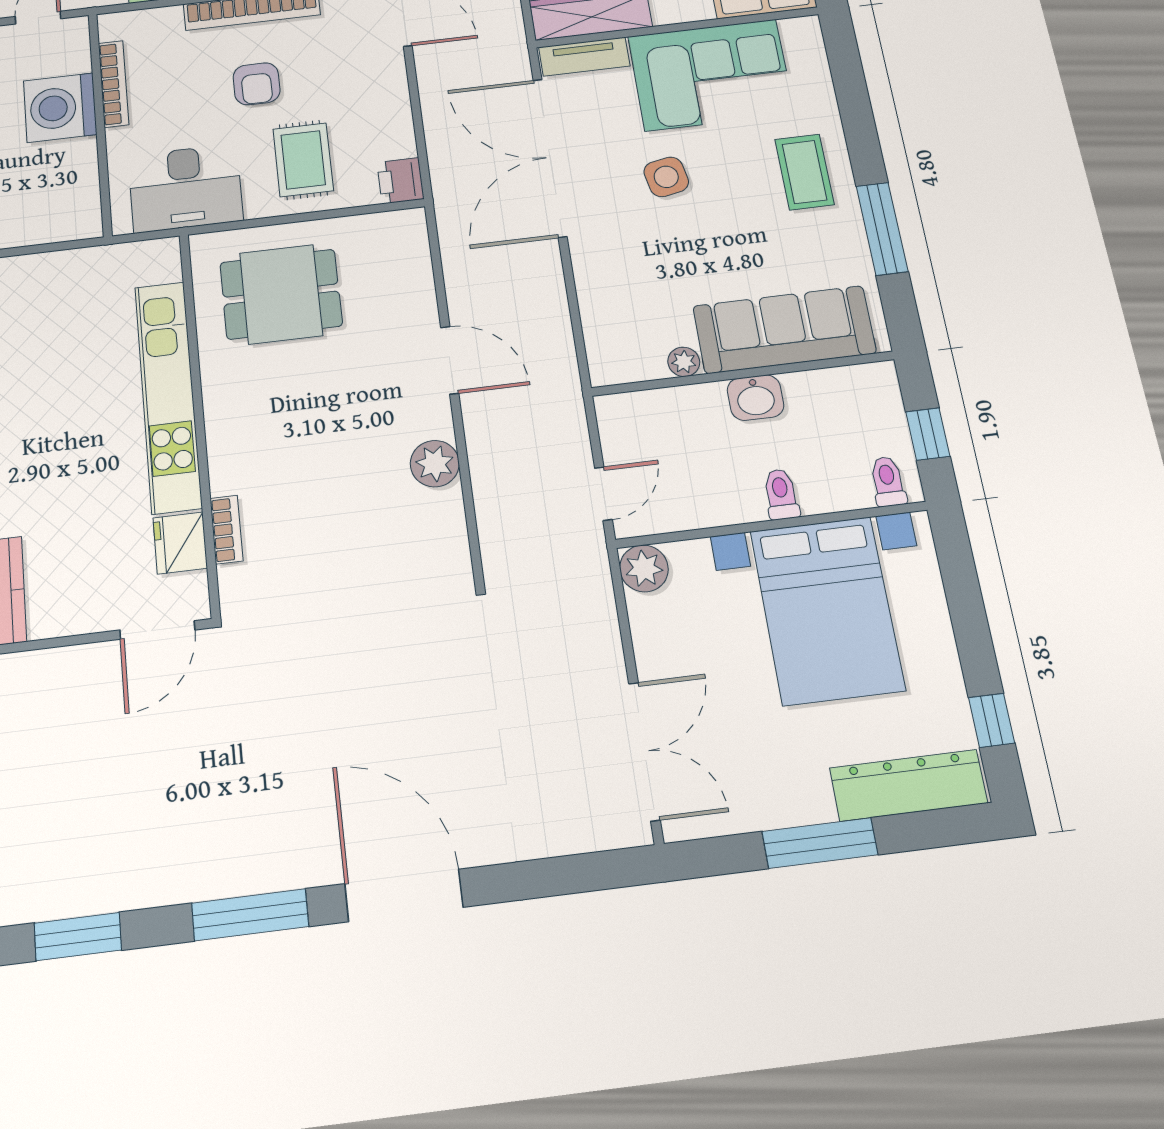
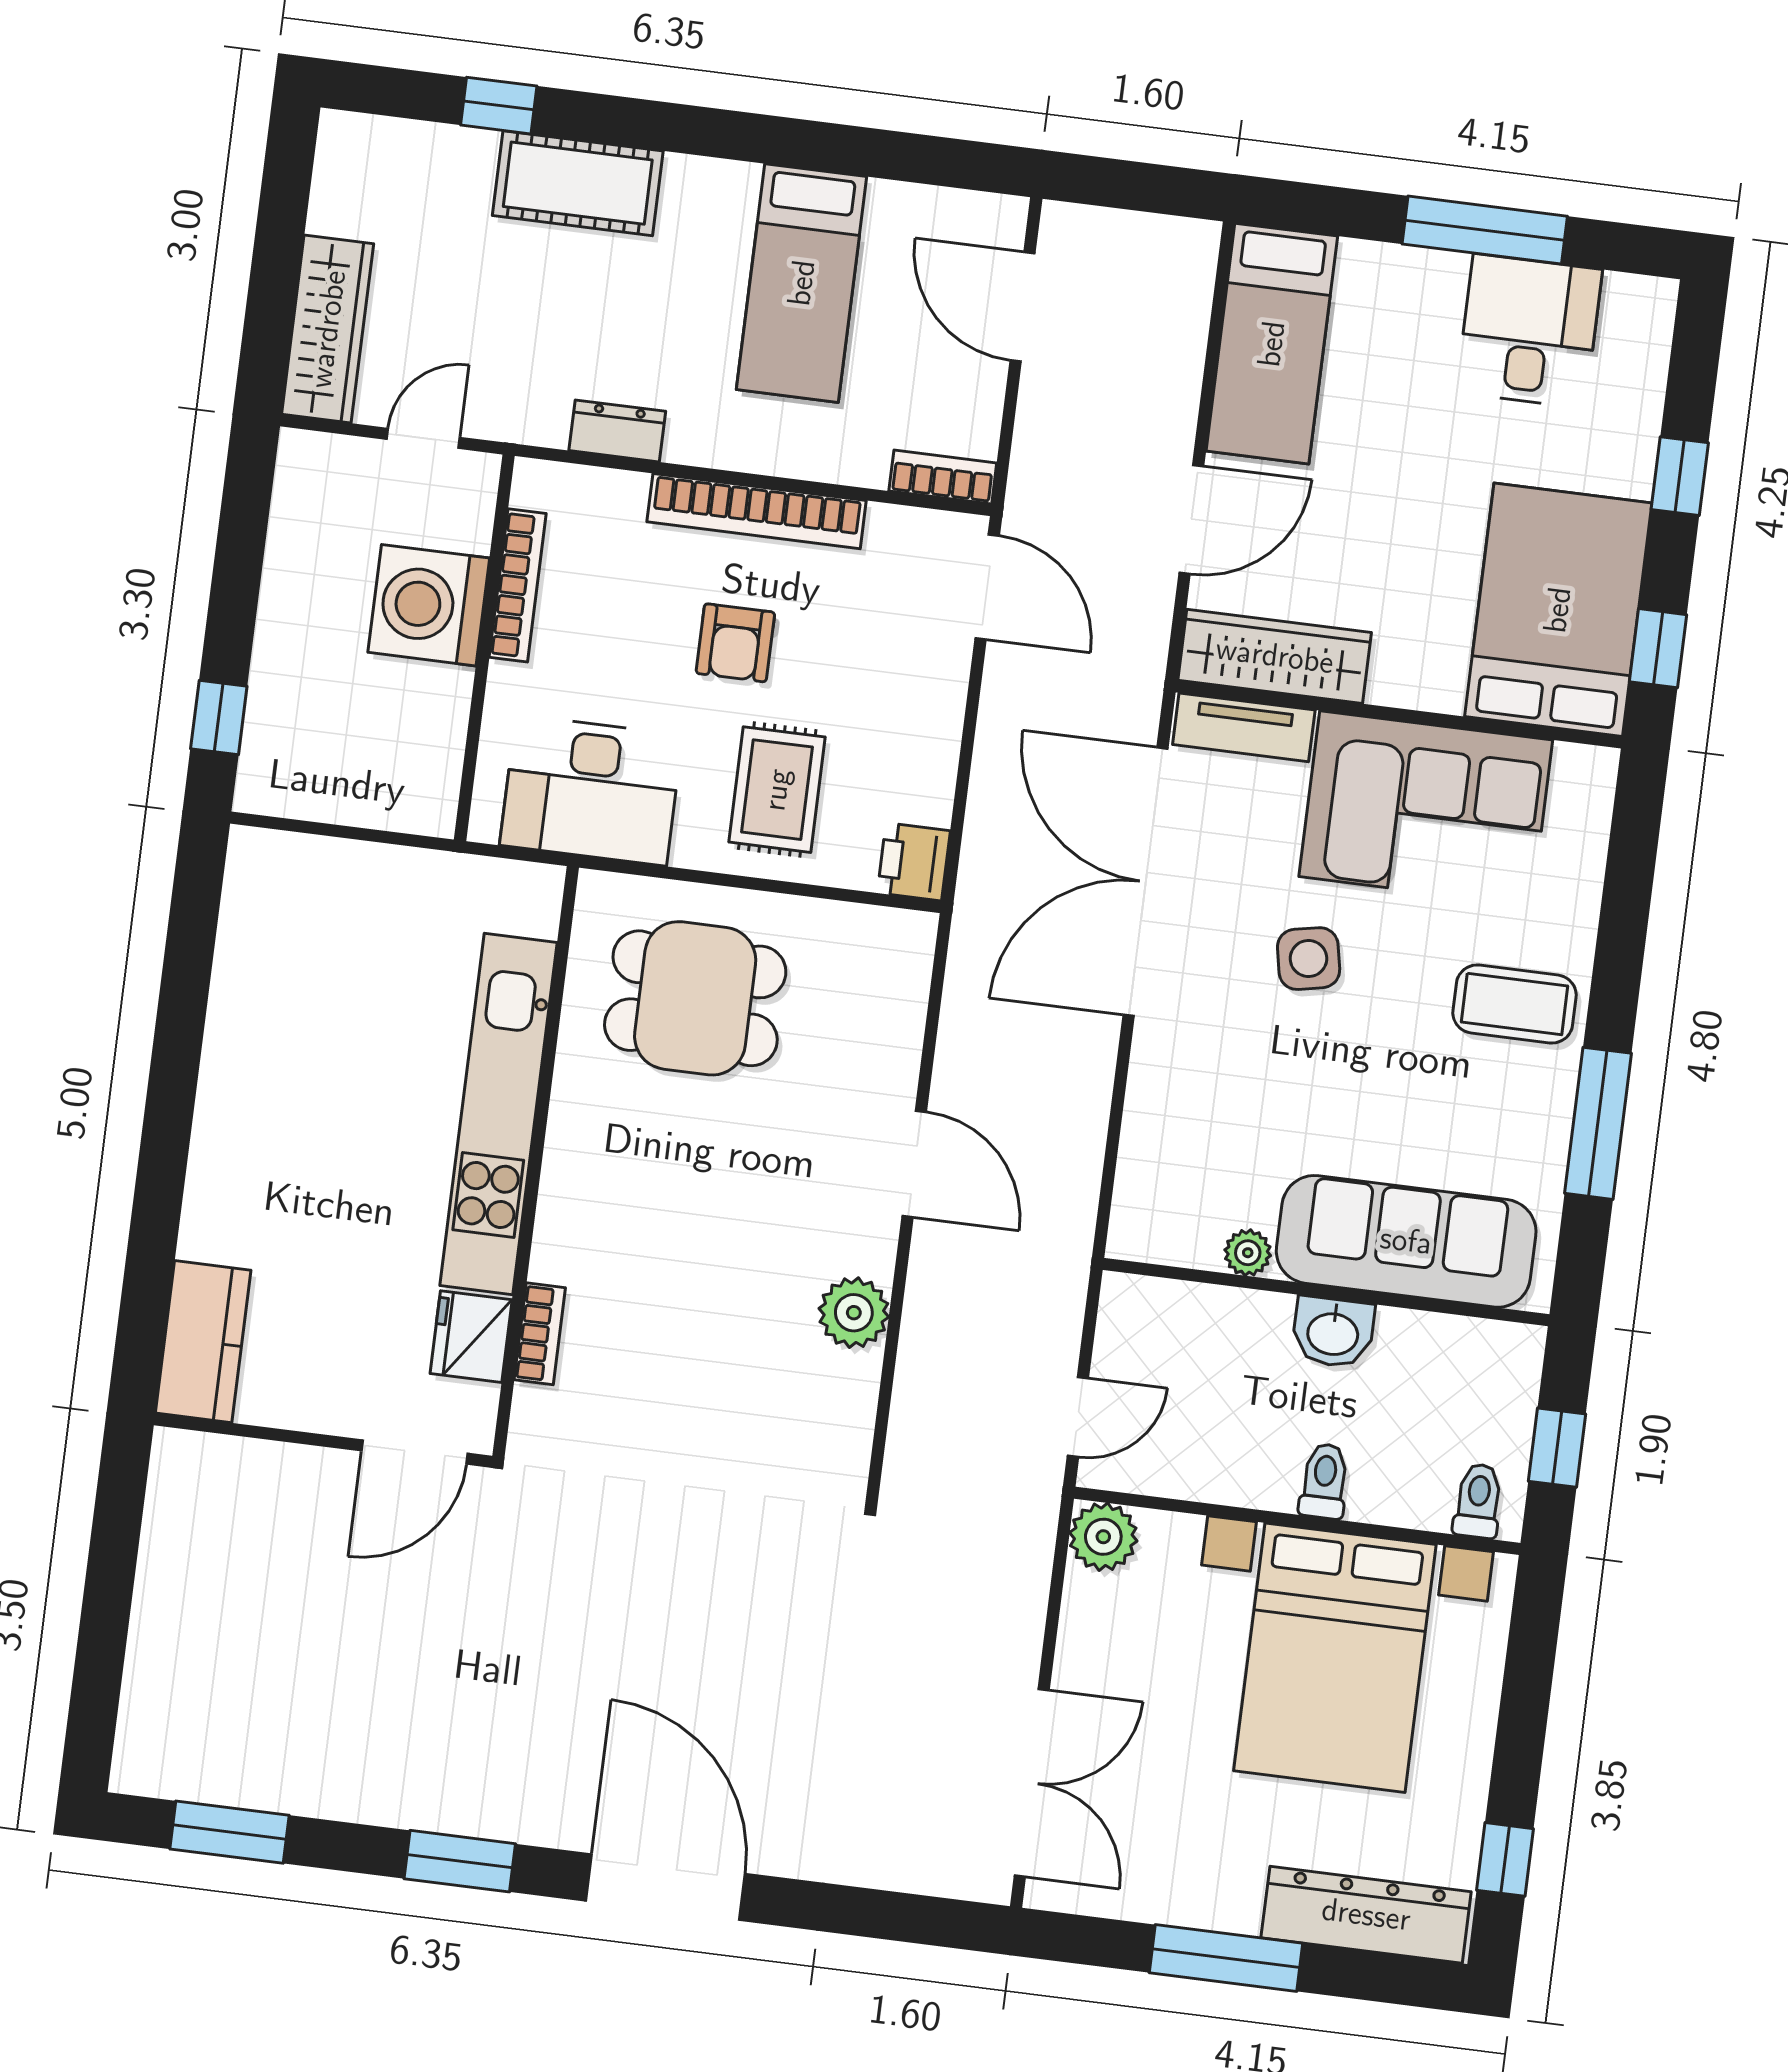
coffee table: (804, 172) -> (1515, 1004), turned 90
window: (250, 915) -> (460, 1861), width x0.69

